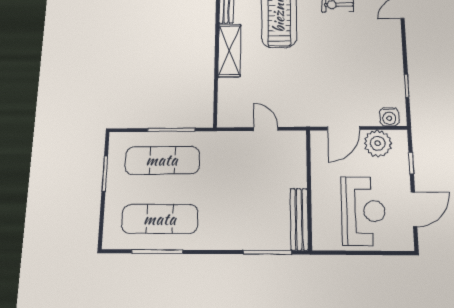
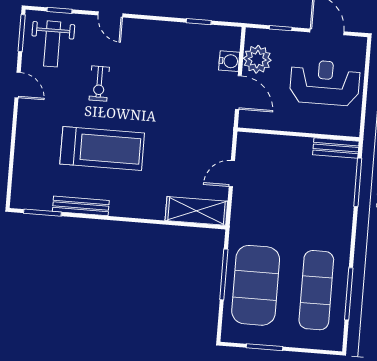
shelving: (229, 50) -> (196, 211), moved
water cooler: (389, 117) -> (229, 61), moved
exercise mat: (162, 160) -> (256, 285), width x1.47
bench: (299, 219) -> (336, 148), width x0.73

